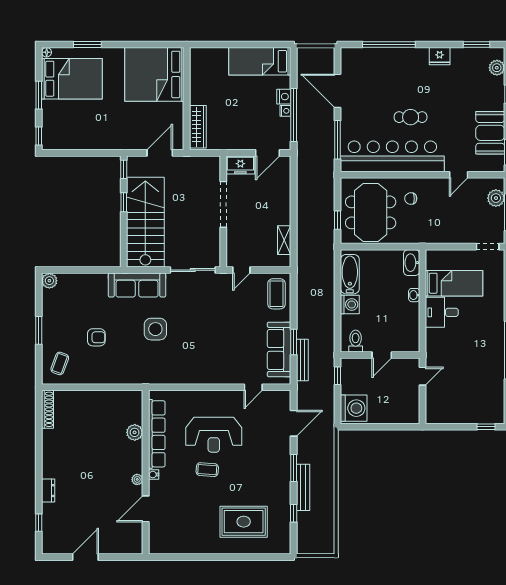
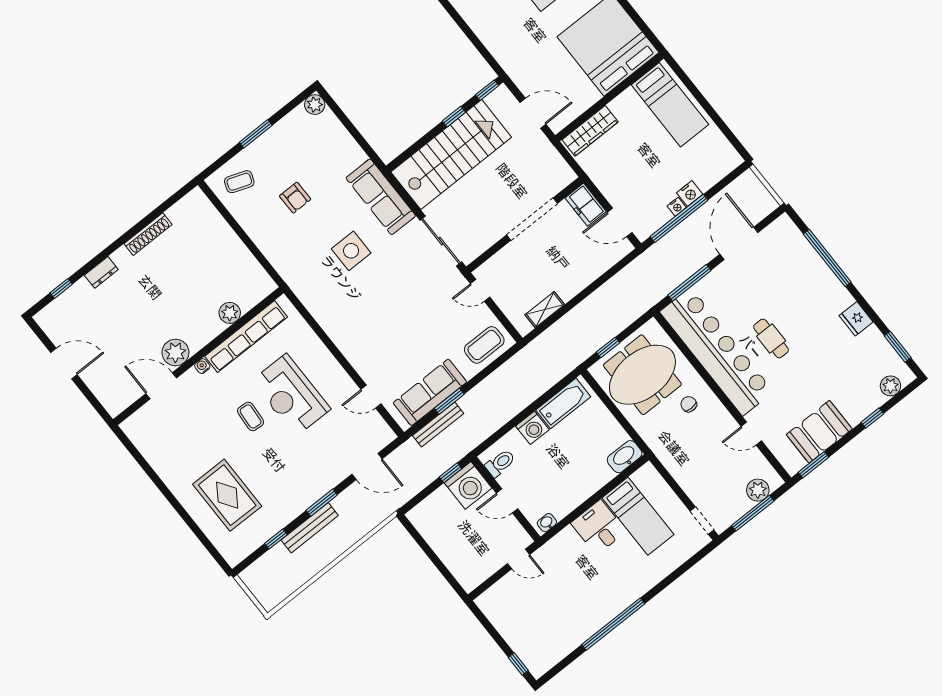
bed: (260, 61) -> (670, 105), moved, turned 180
washbasin: (414, 295) -> (547, 523), moved
washing machine: (354, 408) -> (468, 485), moved
shoe rack: (48, 409) -> (148, 234), moved
plant: (137, 479) -> (175, 352), width x1.88, depth x1.88

